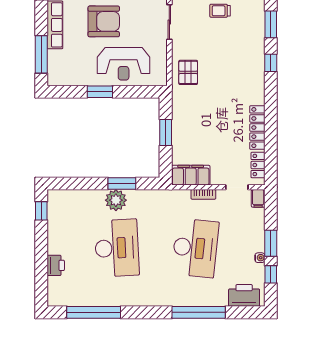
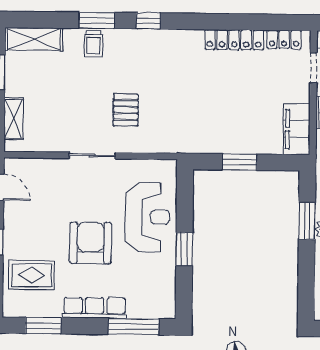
trolley: (220, 11) -> (94, 44), moved
pallet: (188, 72) -> (126, 110), moved, turned 90

